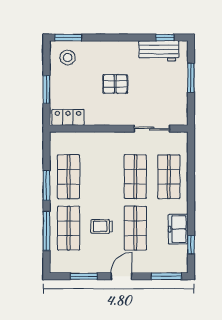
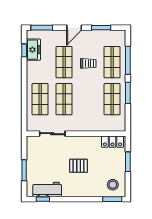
freezer: (178, 229) -> (33, 50), moved

